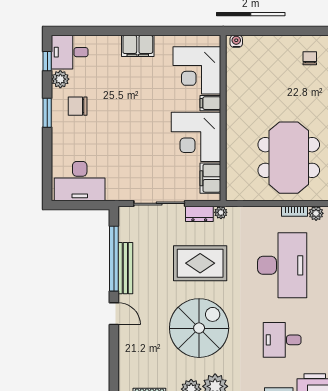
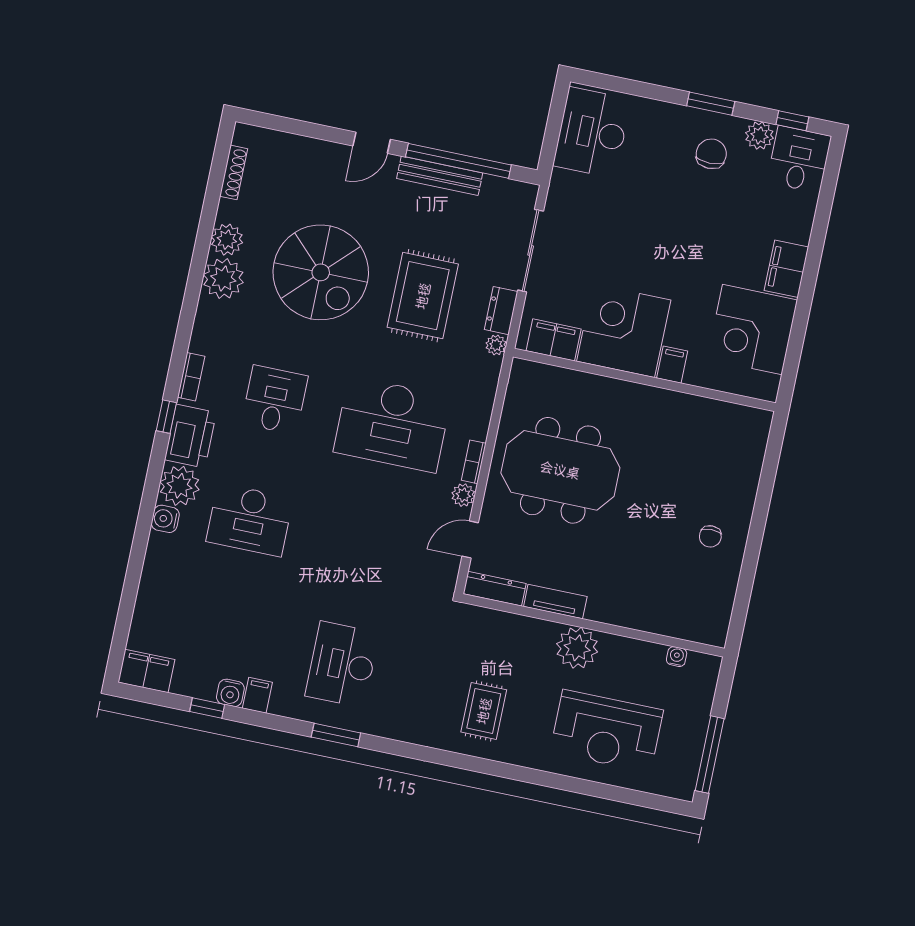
water cooler: (236, 41) -> (761, 426), removed
chair: (310, 58) -> (710, 536), turned 90
corner desk: (197, 70) -> (752, 330), moved, turned -90

